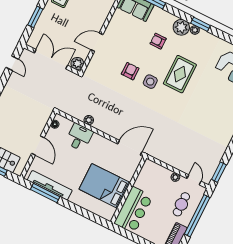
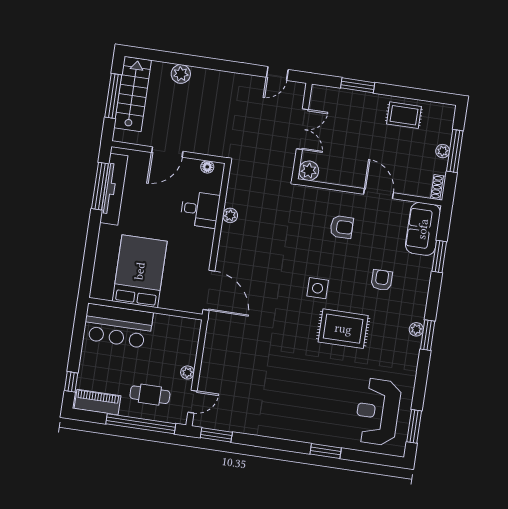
plant: (181, 27) -> (414, 308), removed
door: (97, 42) -> (379, 194), moved
double door: (51, 59) -> (302, 129), width x0.73
armchair: (130, 71) -> (342, 227), moved

